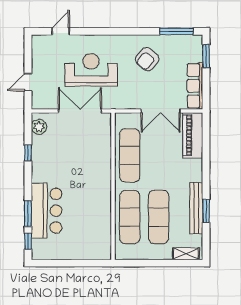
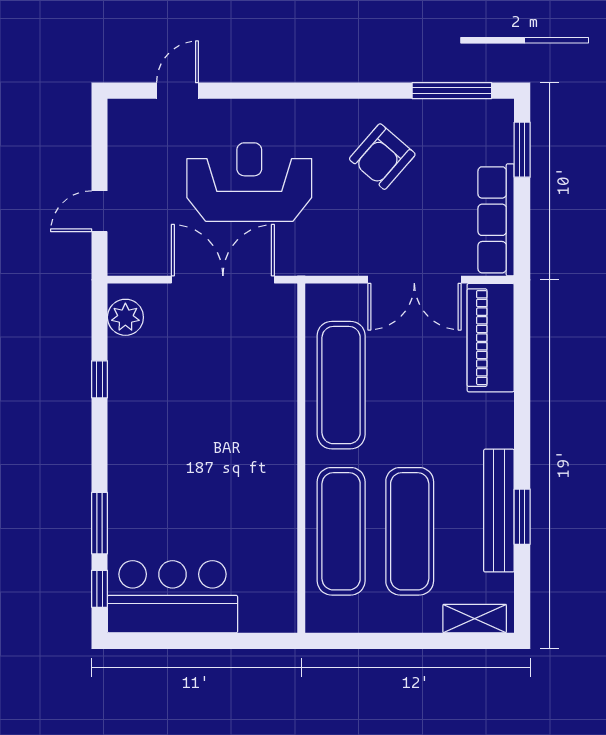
bar counter: (47, 211) -> (173, 597), moved, turned -90

